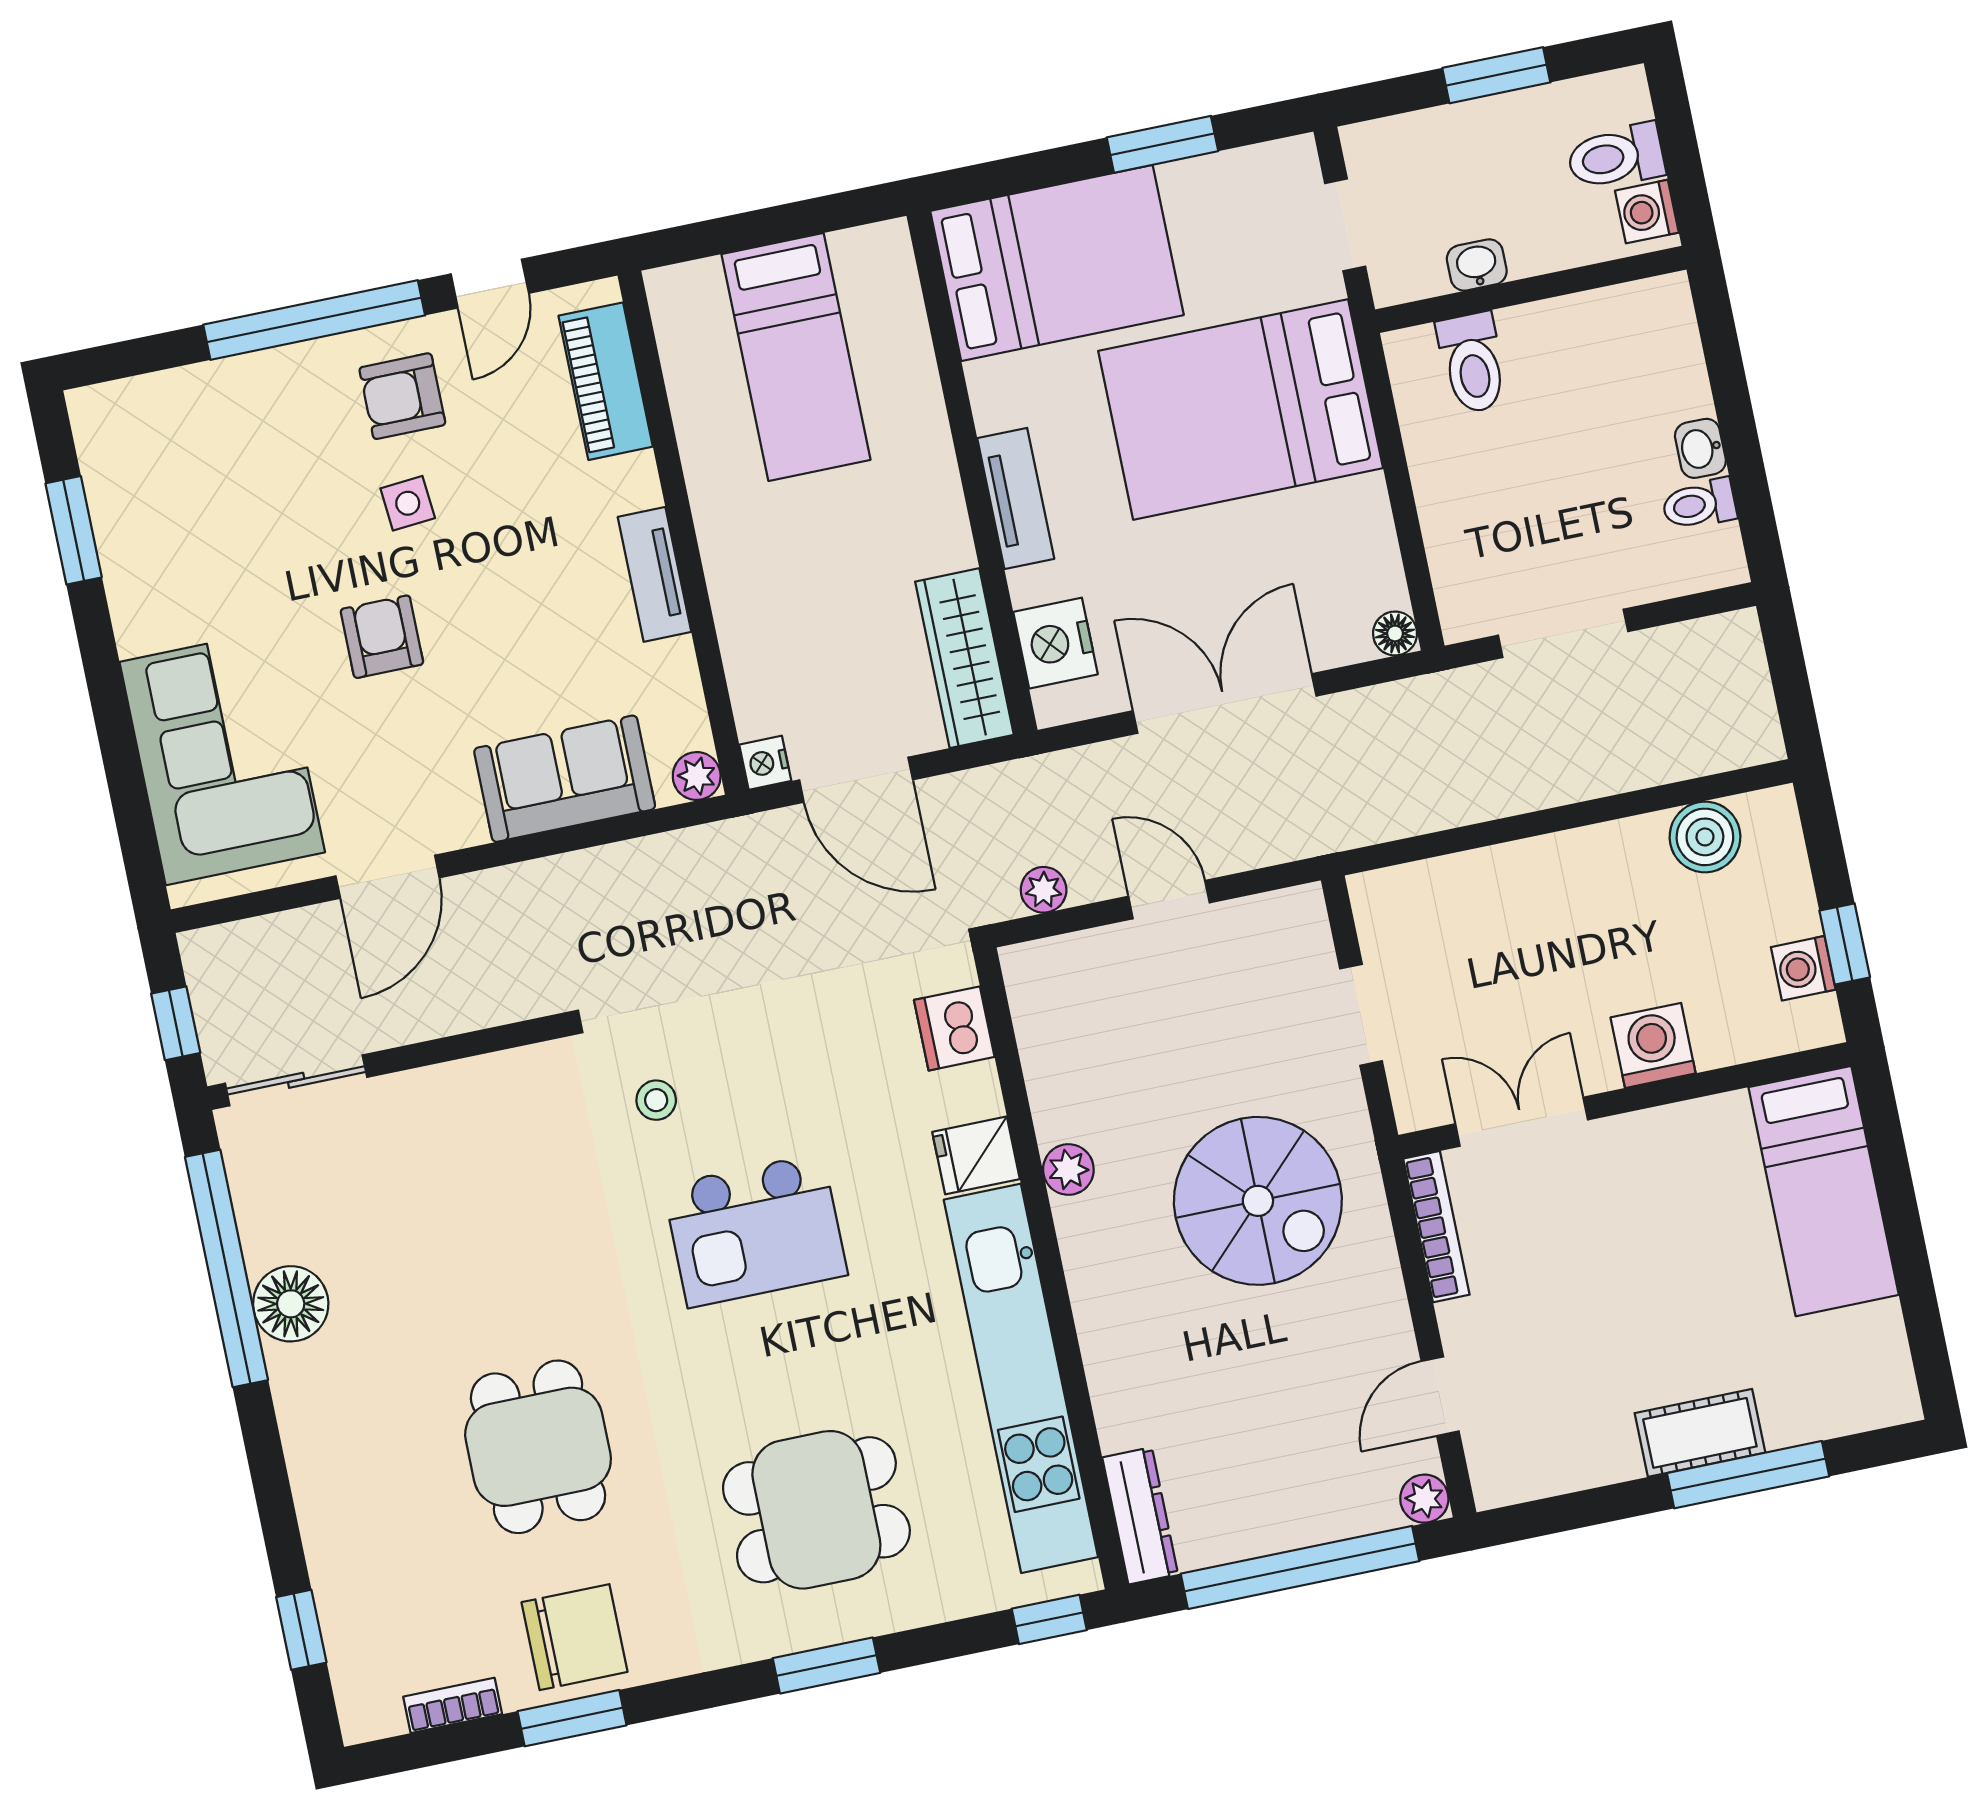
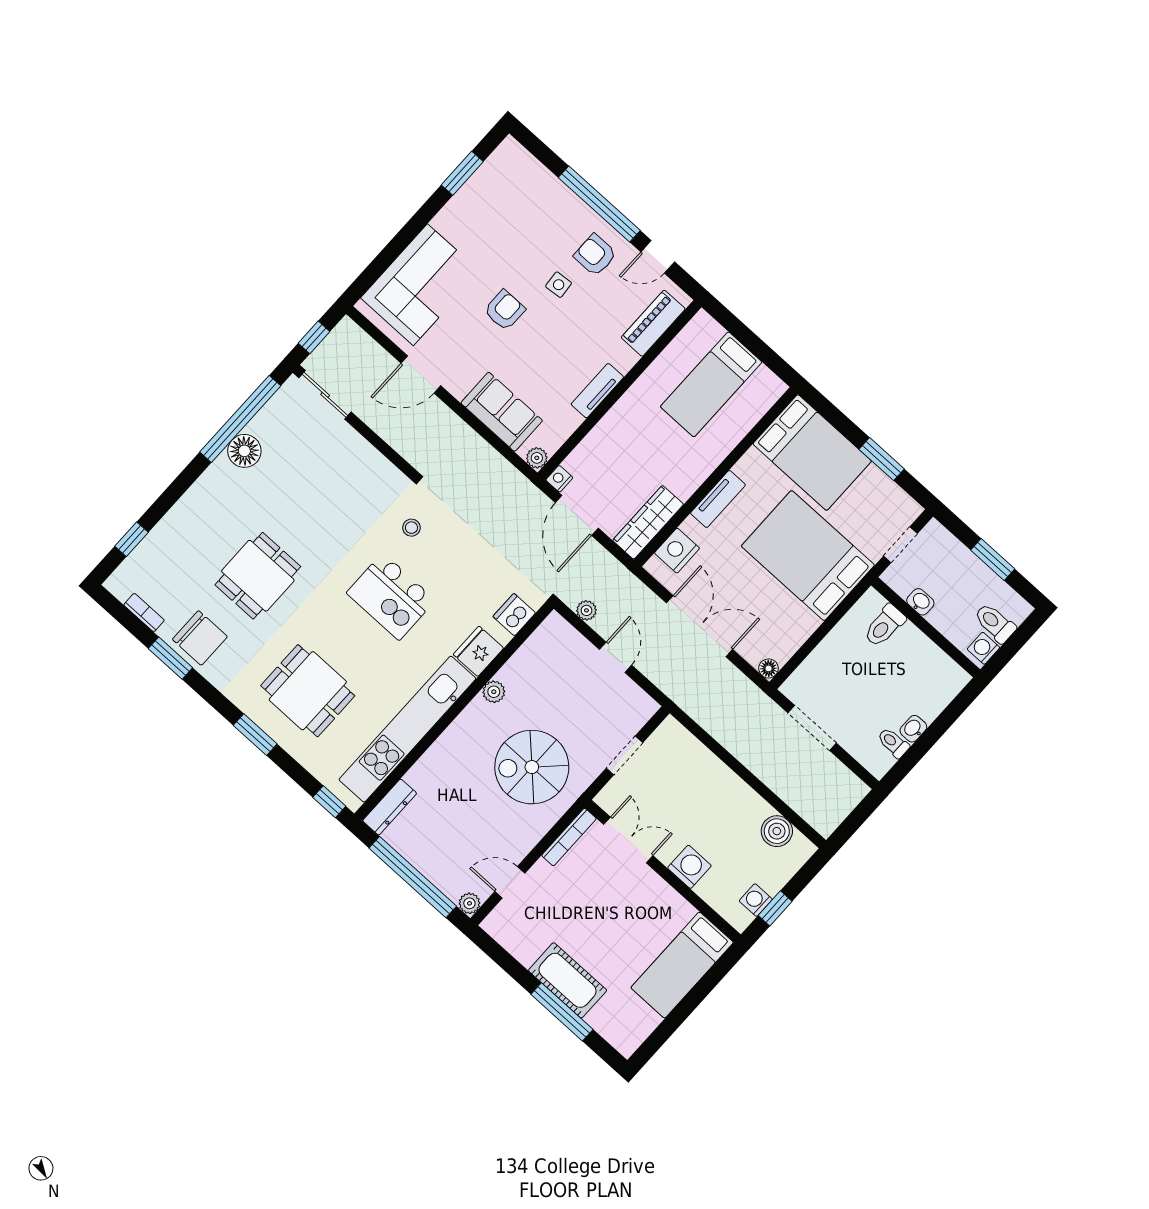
fridge: (976, 1155) -> (478, 651), width x1.38
spiral stairs: (1258, 1201) -> (532, 767), turned 90
cot: (1700, 1433) -> (568, 980), width x1.37, depth x1.34

